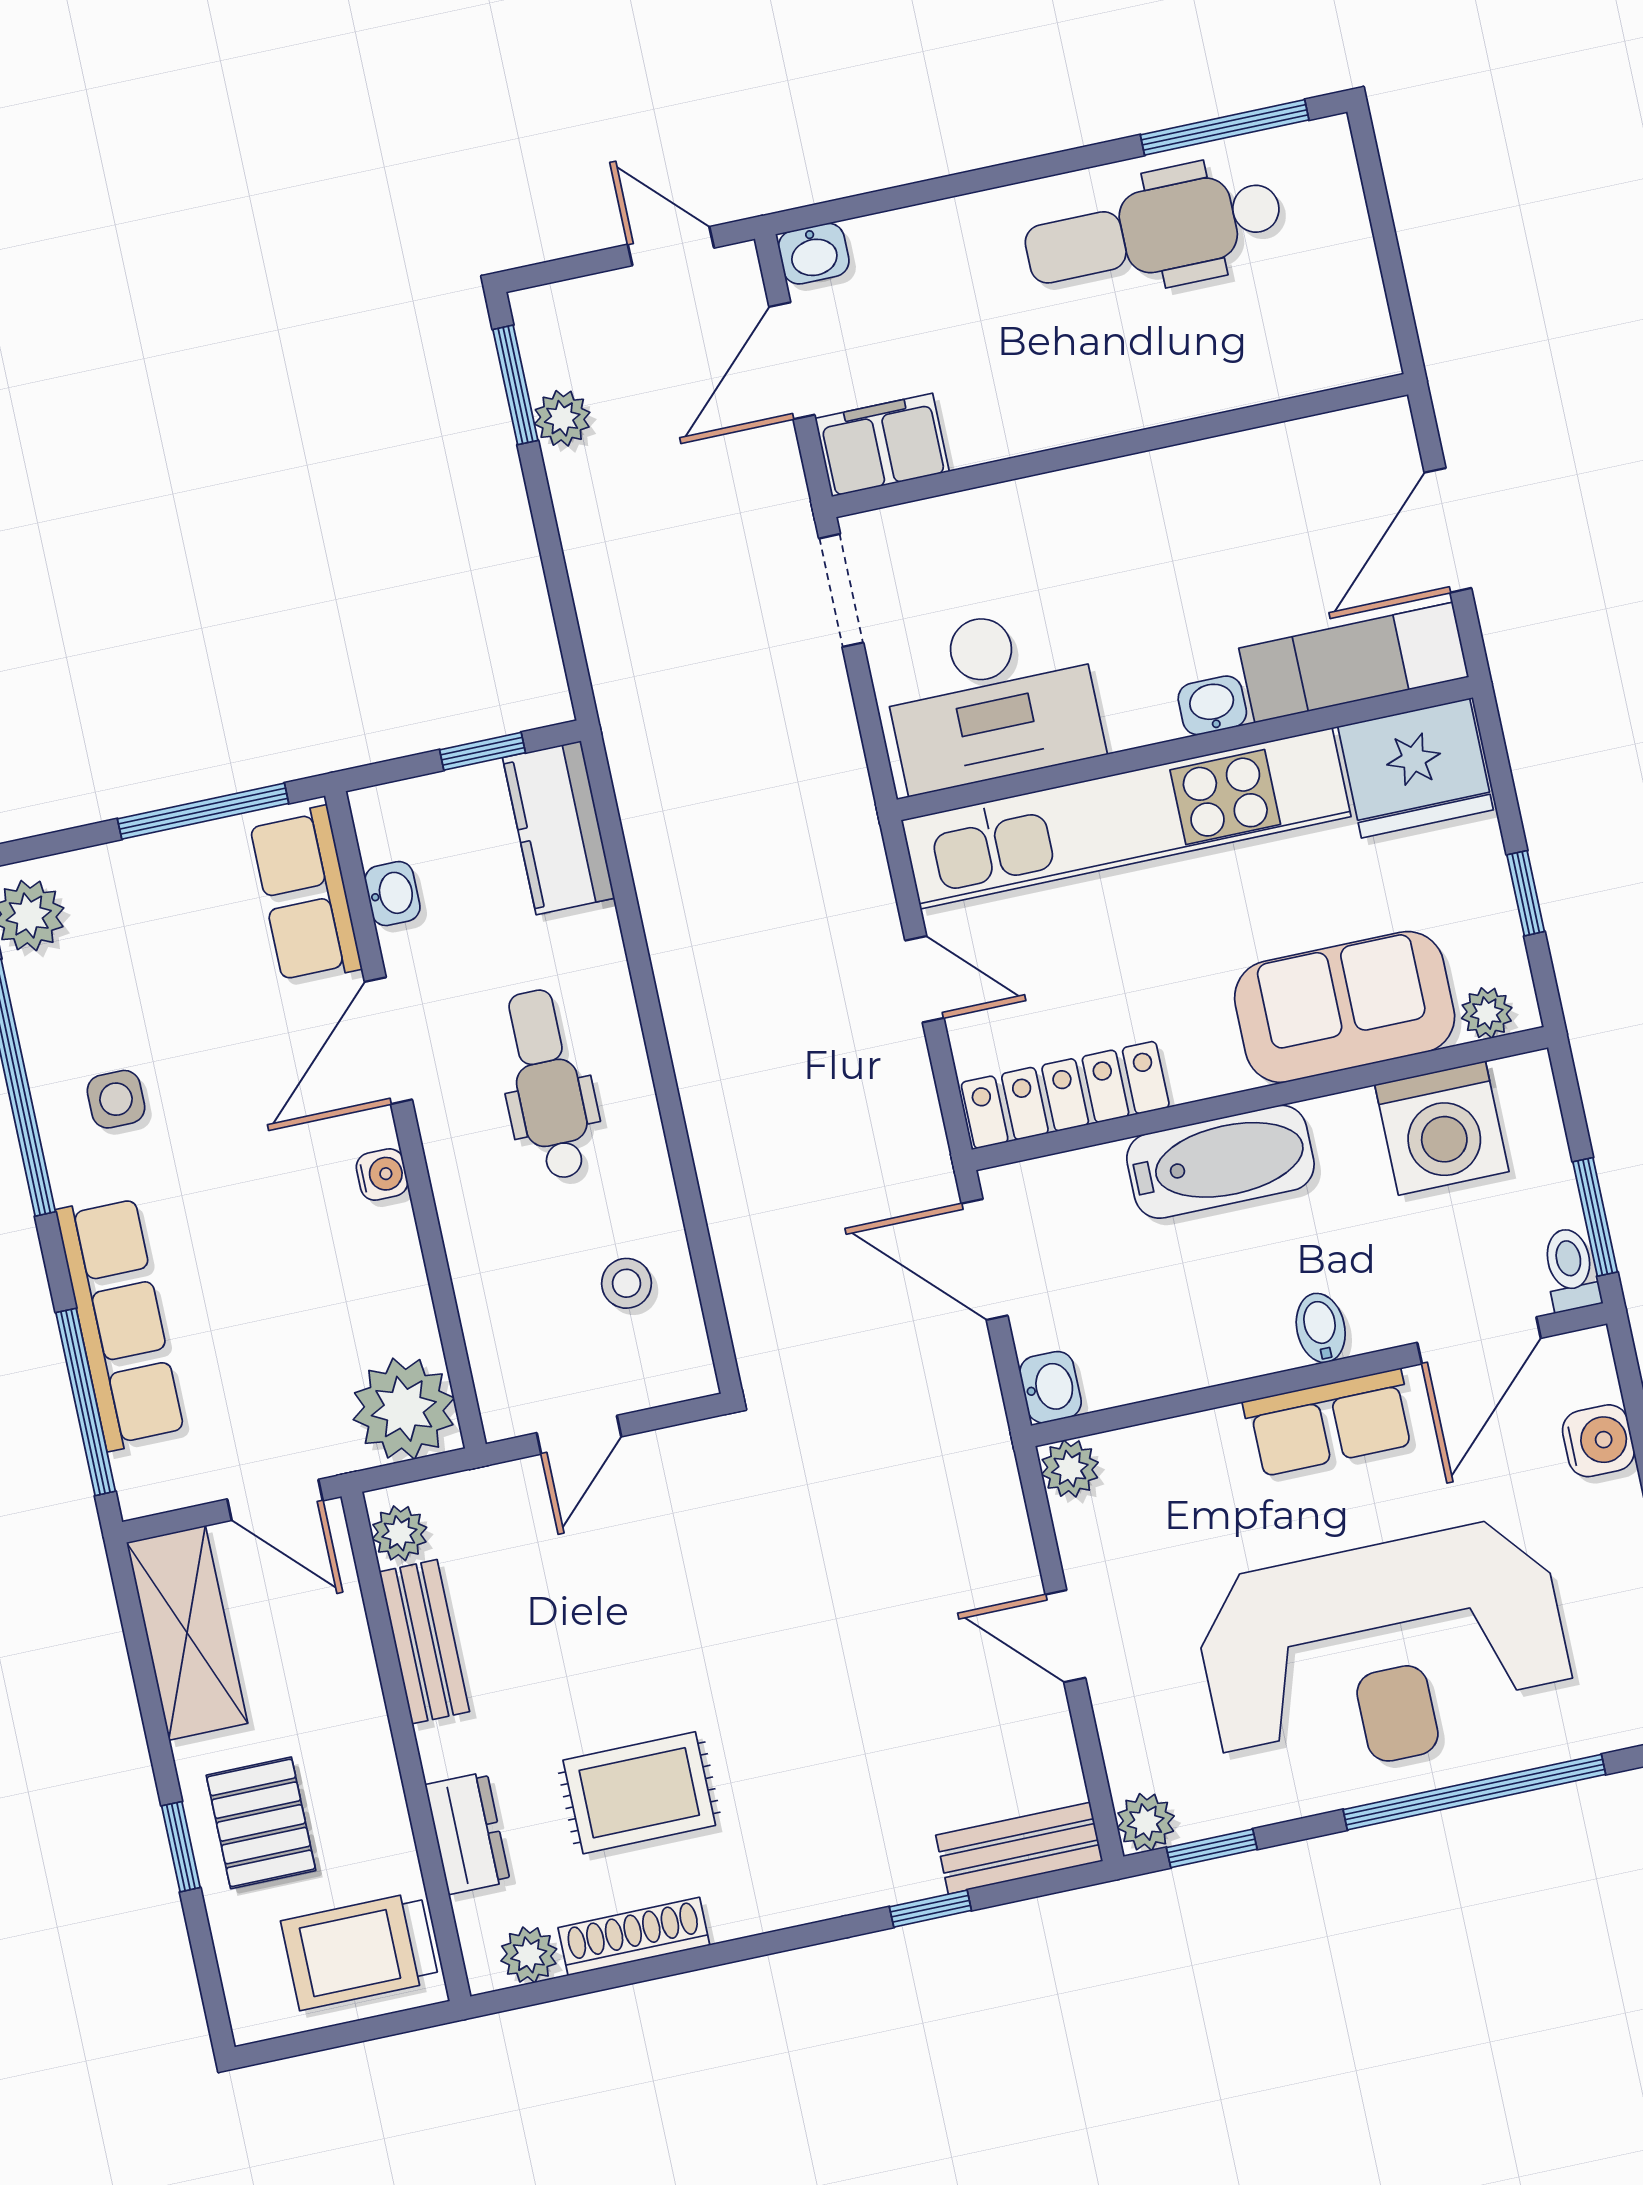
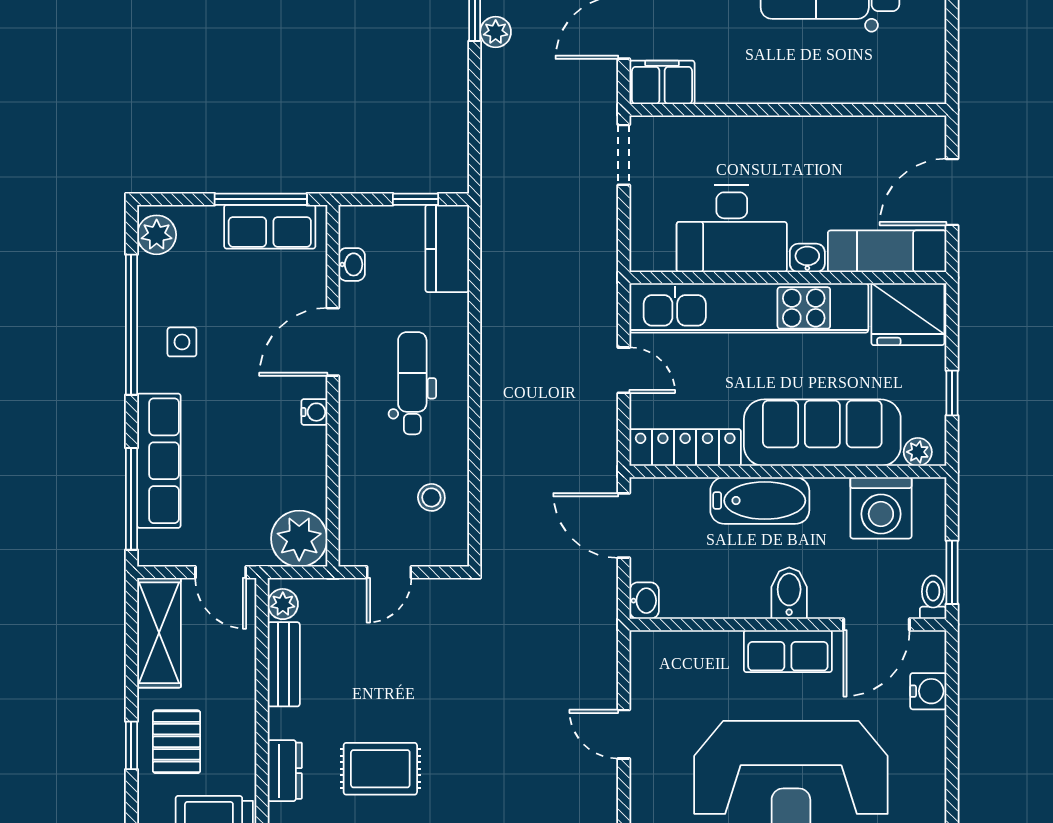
desk: (991, 698) -> (732, 229), moved
row of seats: (305, 895) -> (270, 227), moved, turned -90
sofa: (1345, 1007) -> (822, 433), width x1.36
bidet: (1321, 1328) -> (789, 593), width x1.38, depth x1.36
plant: (1070, 1469) -> (645, 646), removed

